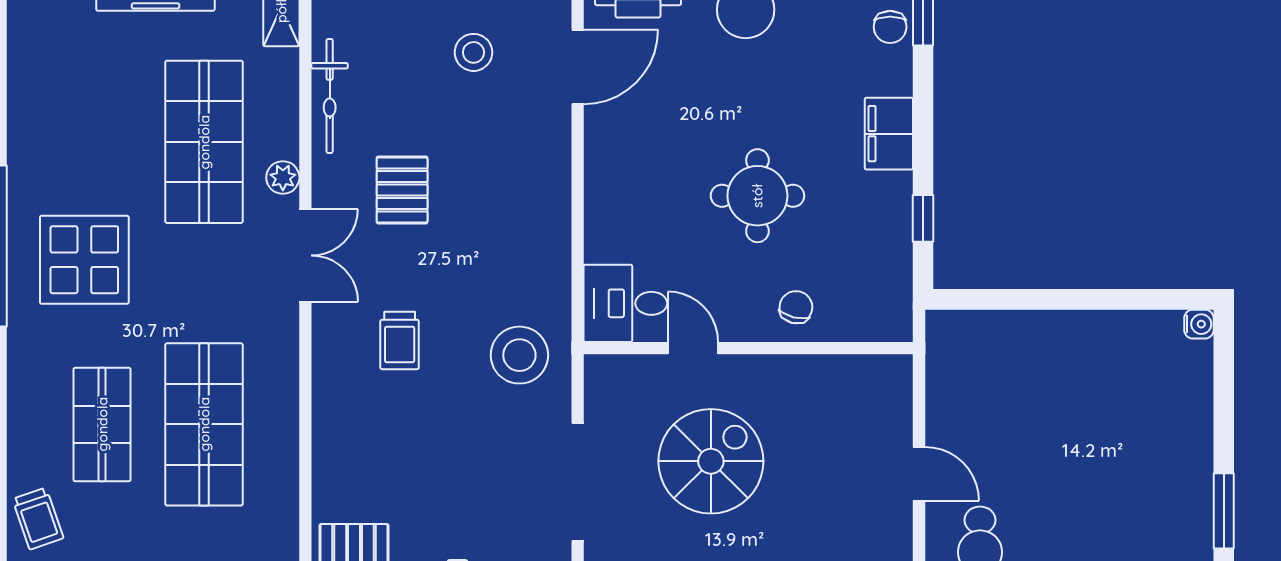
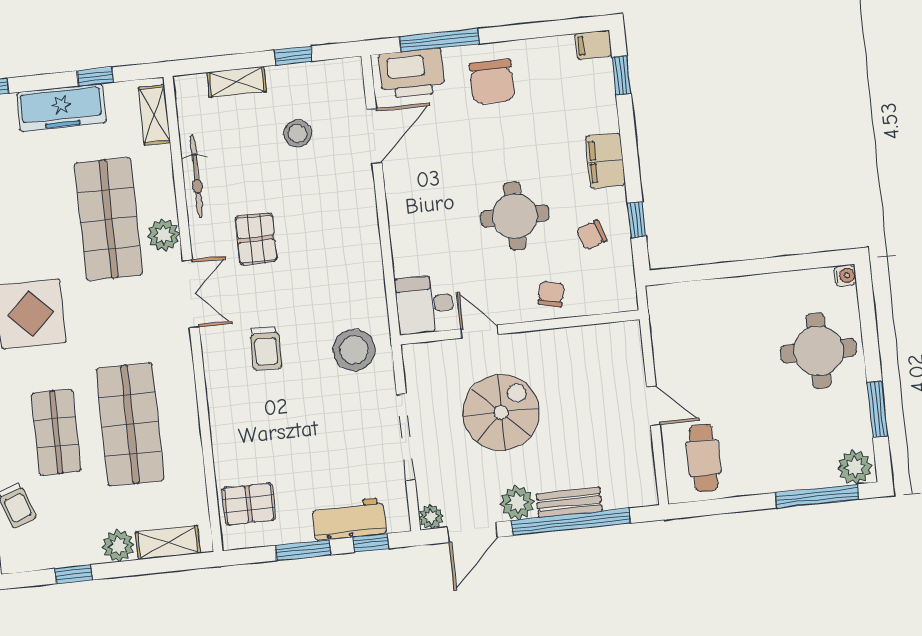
chair: (890, 27) -> (592, 235), moved, turned 71
plant: (283, 178) -> (164, 235), width x1.38, depth x1.38
round table: (1152, 423) -> (819, 351), added

